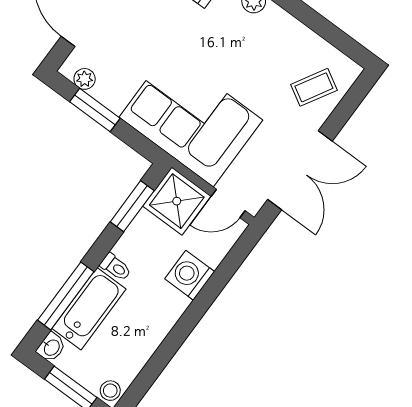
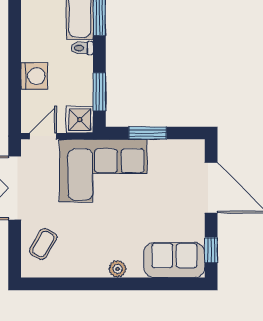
plant: (85, 79) -> (184, 147), removed
window: (95, 110) -> (148, 133), moved
shower: (177, 201) -> (80, 120), width x0.73, depth x0.73

